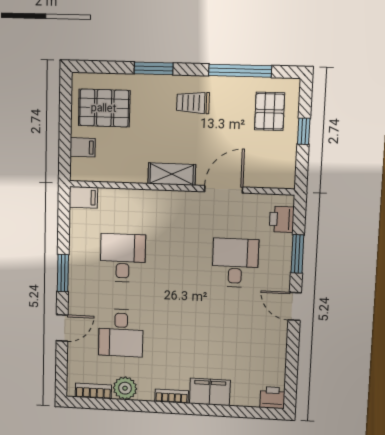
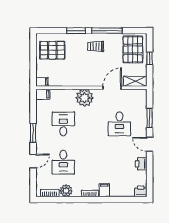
window: (240, 71) -> (107, 31), moved
pallet: (270, 111) -> (133, 49), width x1.50, depth x1.42
filing cabinet: (83, 147) -> (42, 82), moved
shelving: (172, 174) -> (135, 81), moved
plant: (167, 208) -> (84, 98), added
printer: (282, 219) -> (141, 164), moved
desk: (235, 263) -> (119, 124), turned 180
filing cabinet: (210, 392) -> (104, 190), width x0.50

